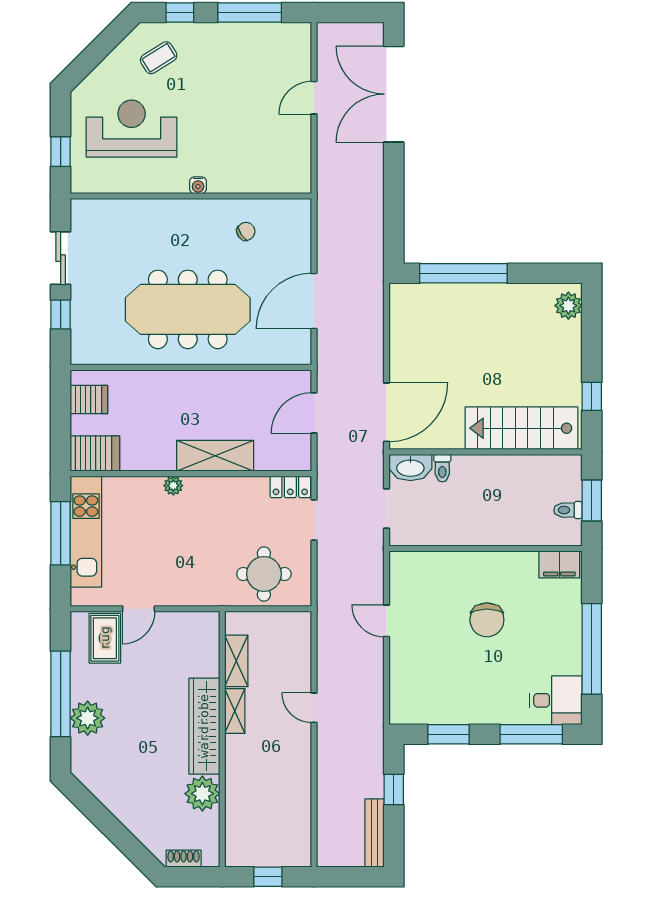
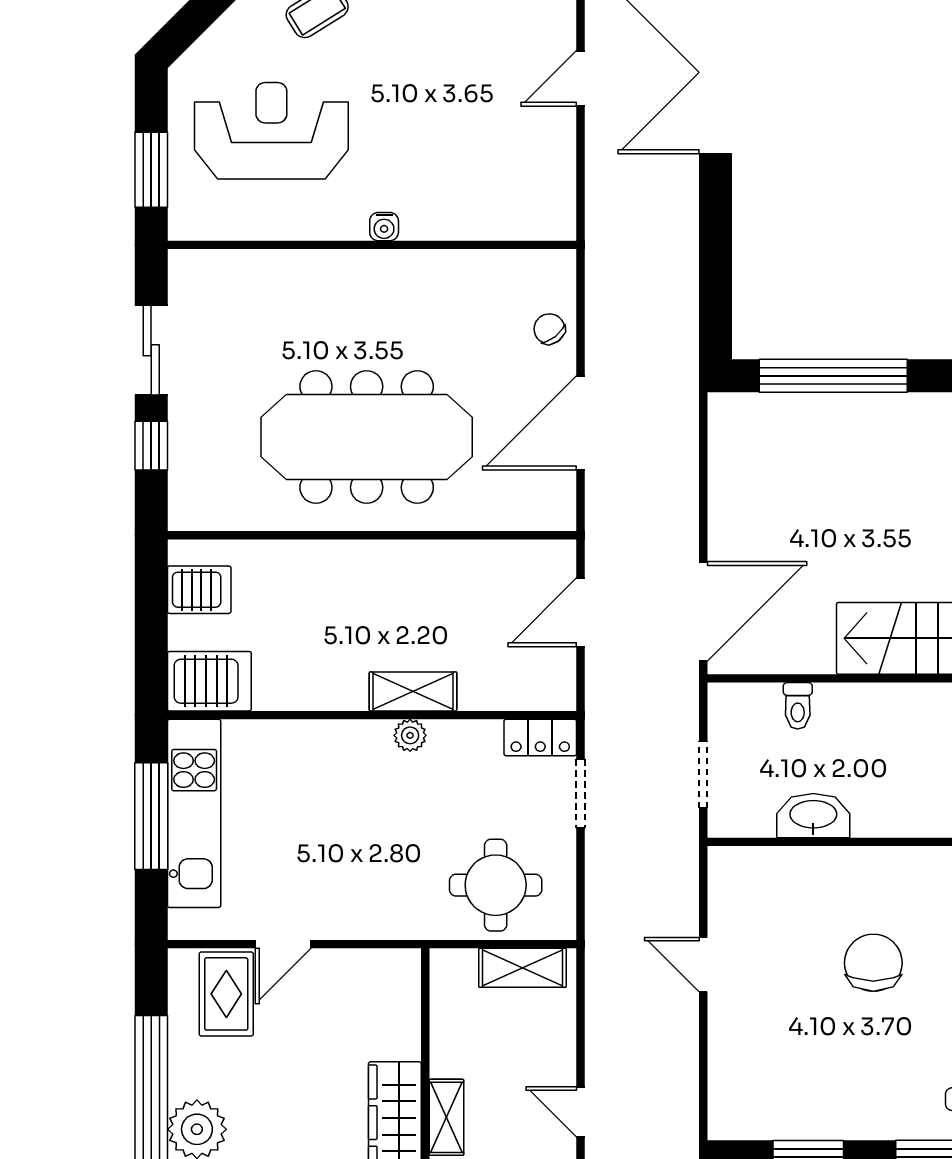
window: (61, 152) -> (151, 170), width x1.50
chair: (246, 231) -> (549, 329), moved, turned -96
shelving: (215, 456) -> (413, 691), width x0.67, depth x0.75
washbasin: (410, 467) -> (813, 816), moved, turned 180
plant: (173, 486) -> (410, 735), moved
chair: (487, 620) -> (873, 963), turned 180
shelving: (236, 661) -> (523, 968), moved, turned 90

